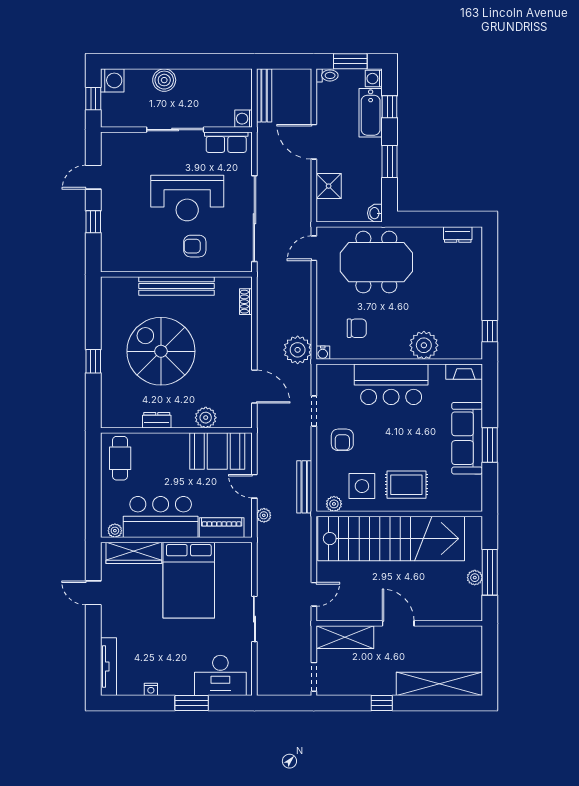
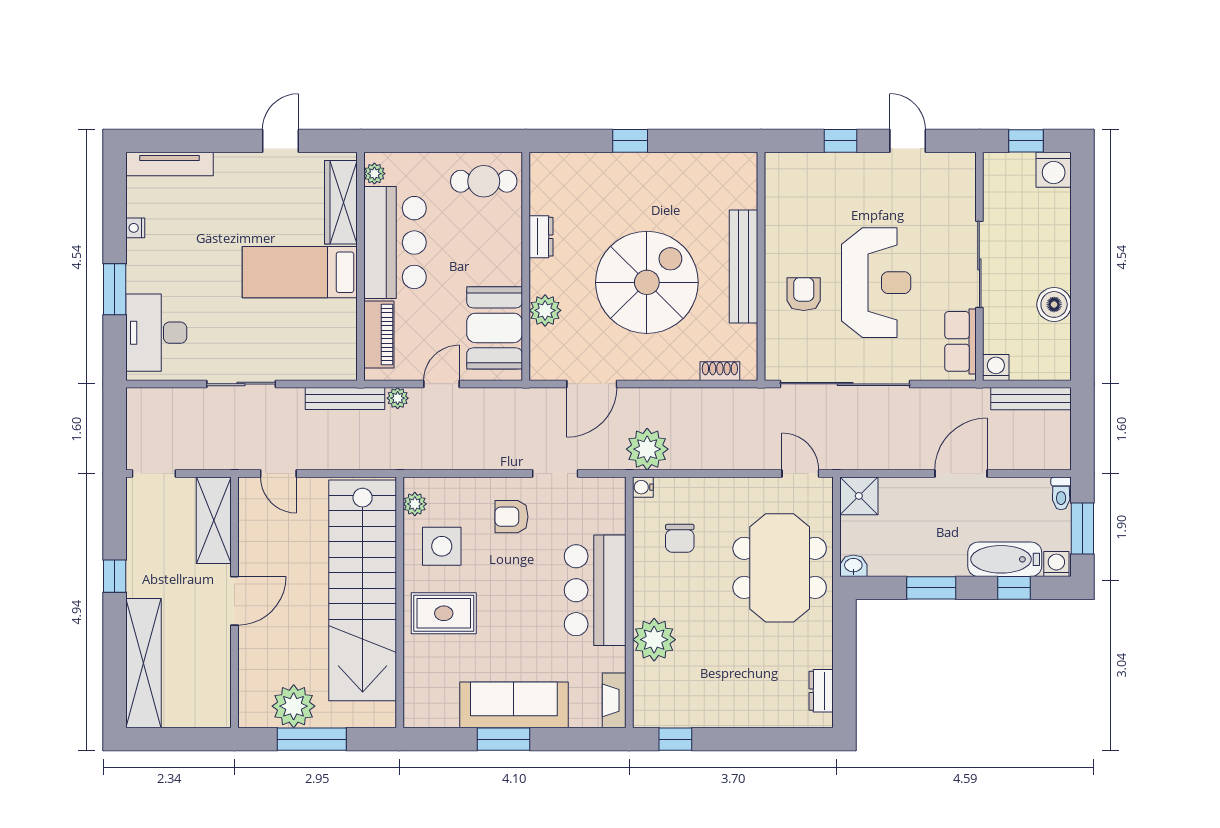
boiler: (164, 80) -> (1054, 304), moved
shower: (329, 186) -> (859, 496), moved
reception desk: (187, 198) -> (876, 283), turned 180
spiral stairs: (161, 351) -> (647, 282), moved
rug: (406, 485) -> (444, 613), turned 90
bench: (304, 487) -> (345, 398), moved
plant: (475, 578) -> (294, 706), width x1.88, depth x1.88
bed: (189, 580) -> (300, 272), width x0.67

